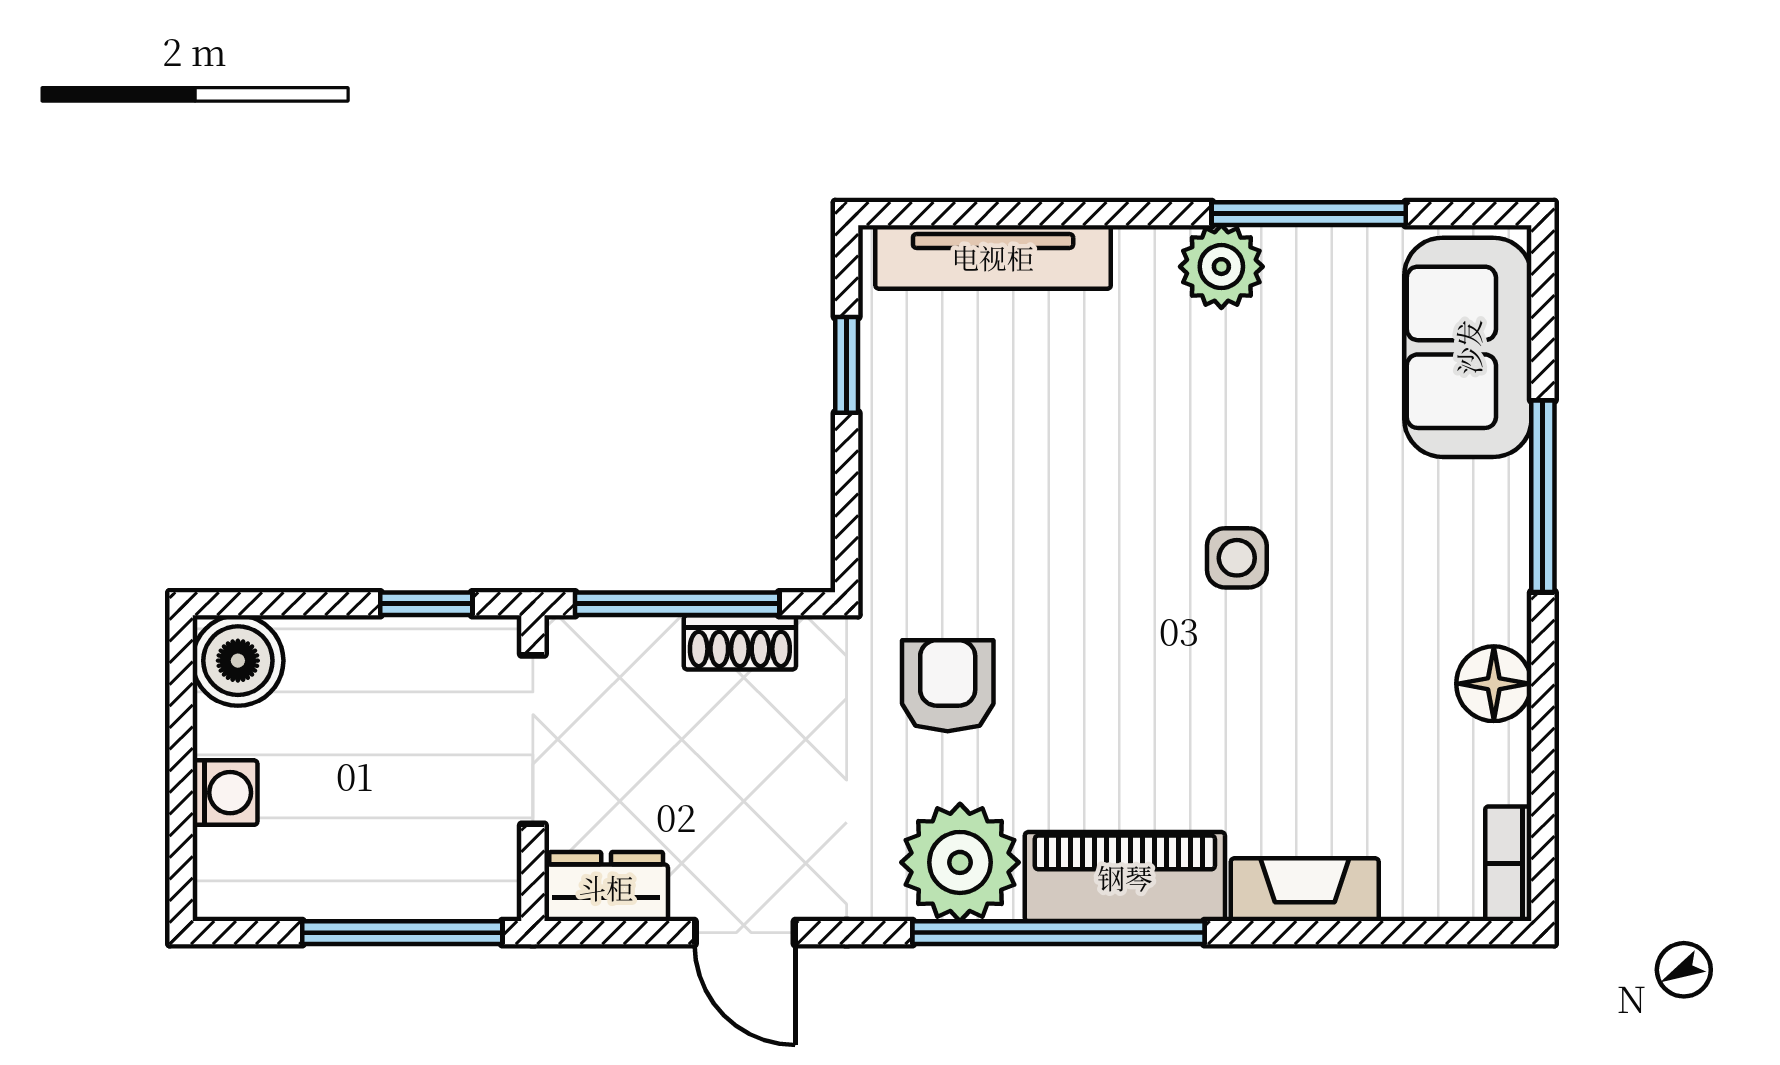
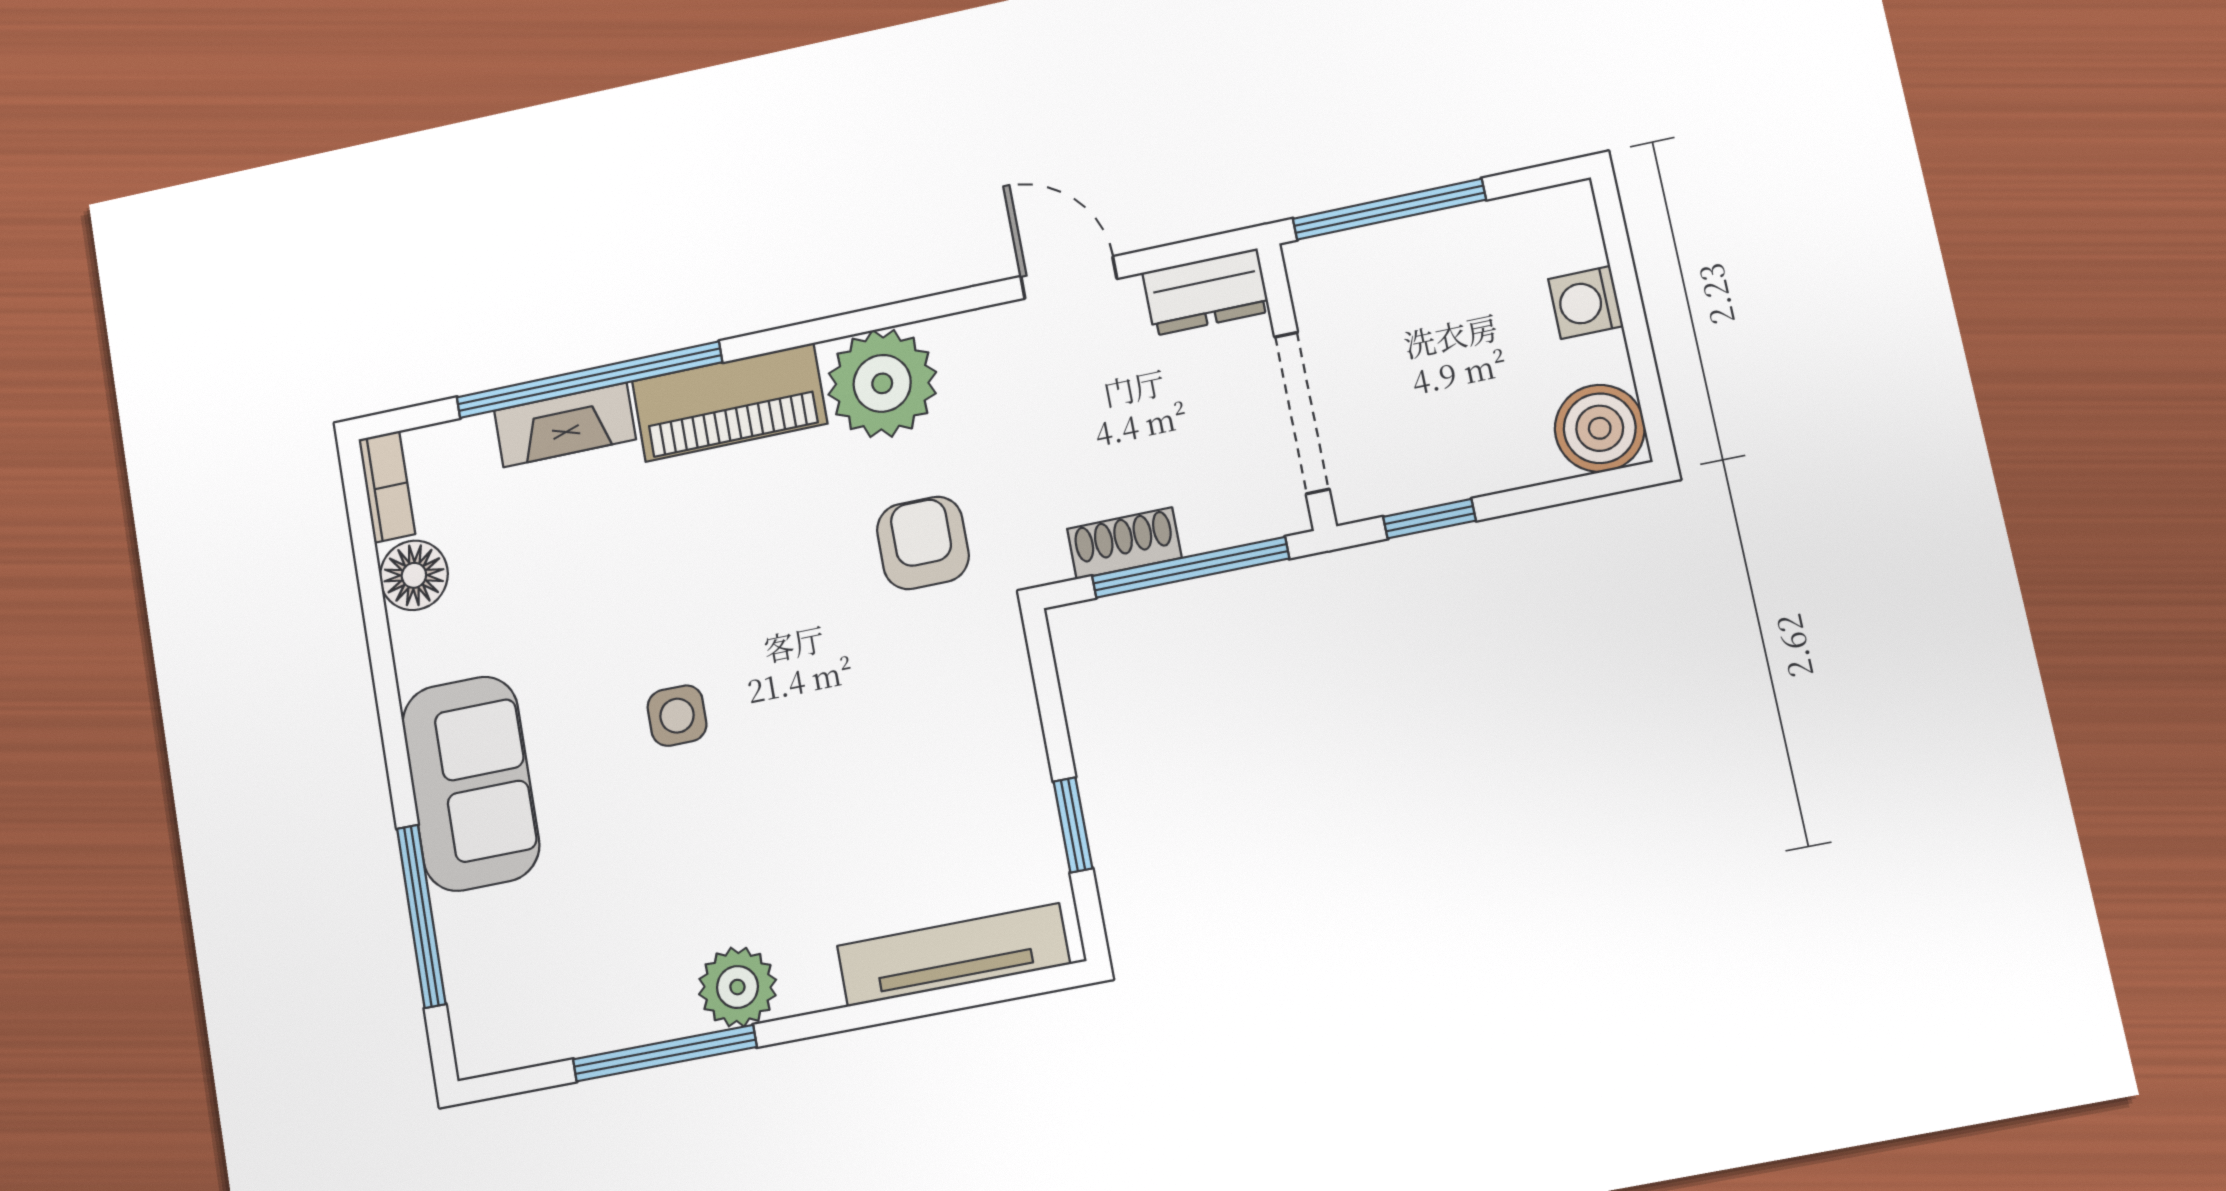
sofa: (1468, 347) -> (471, 784), moved
window: (1543, 496) -> (421, 916), moved
floor lamp: (1494, 684) -> (414, 575), moved
armchair: (948, 686) -> (923, 543), turned 180
window: (1059, 933) -> (589, 380), moved

